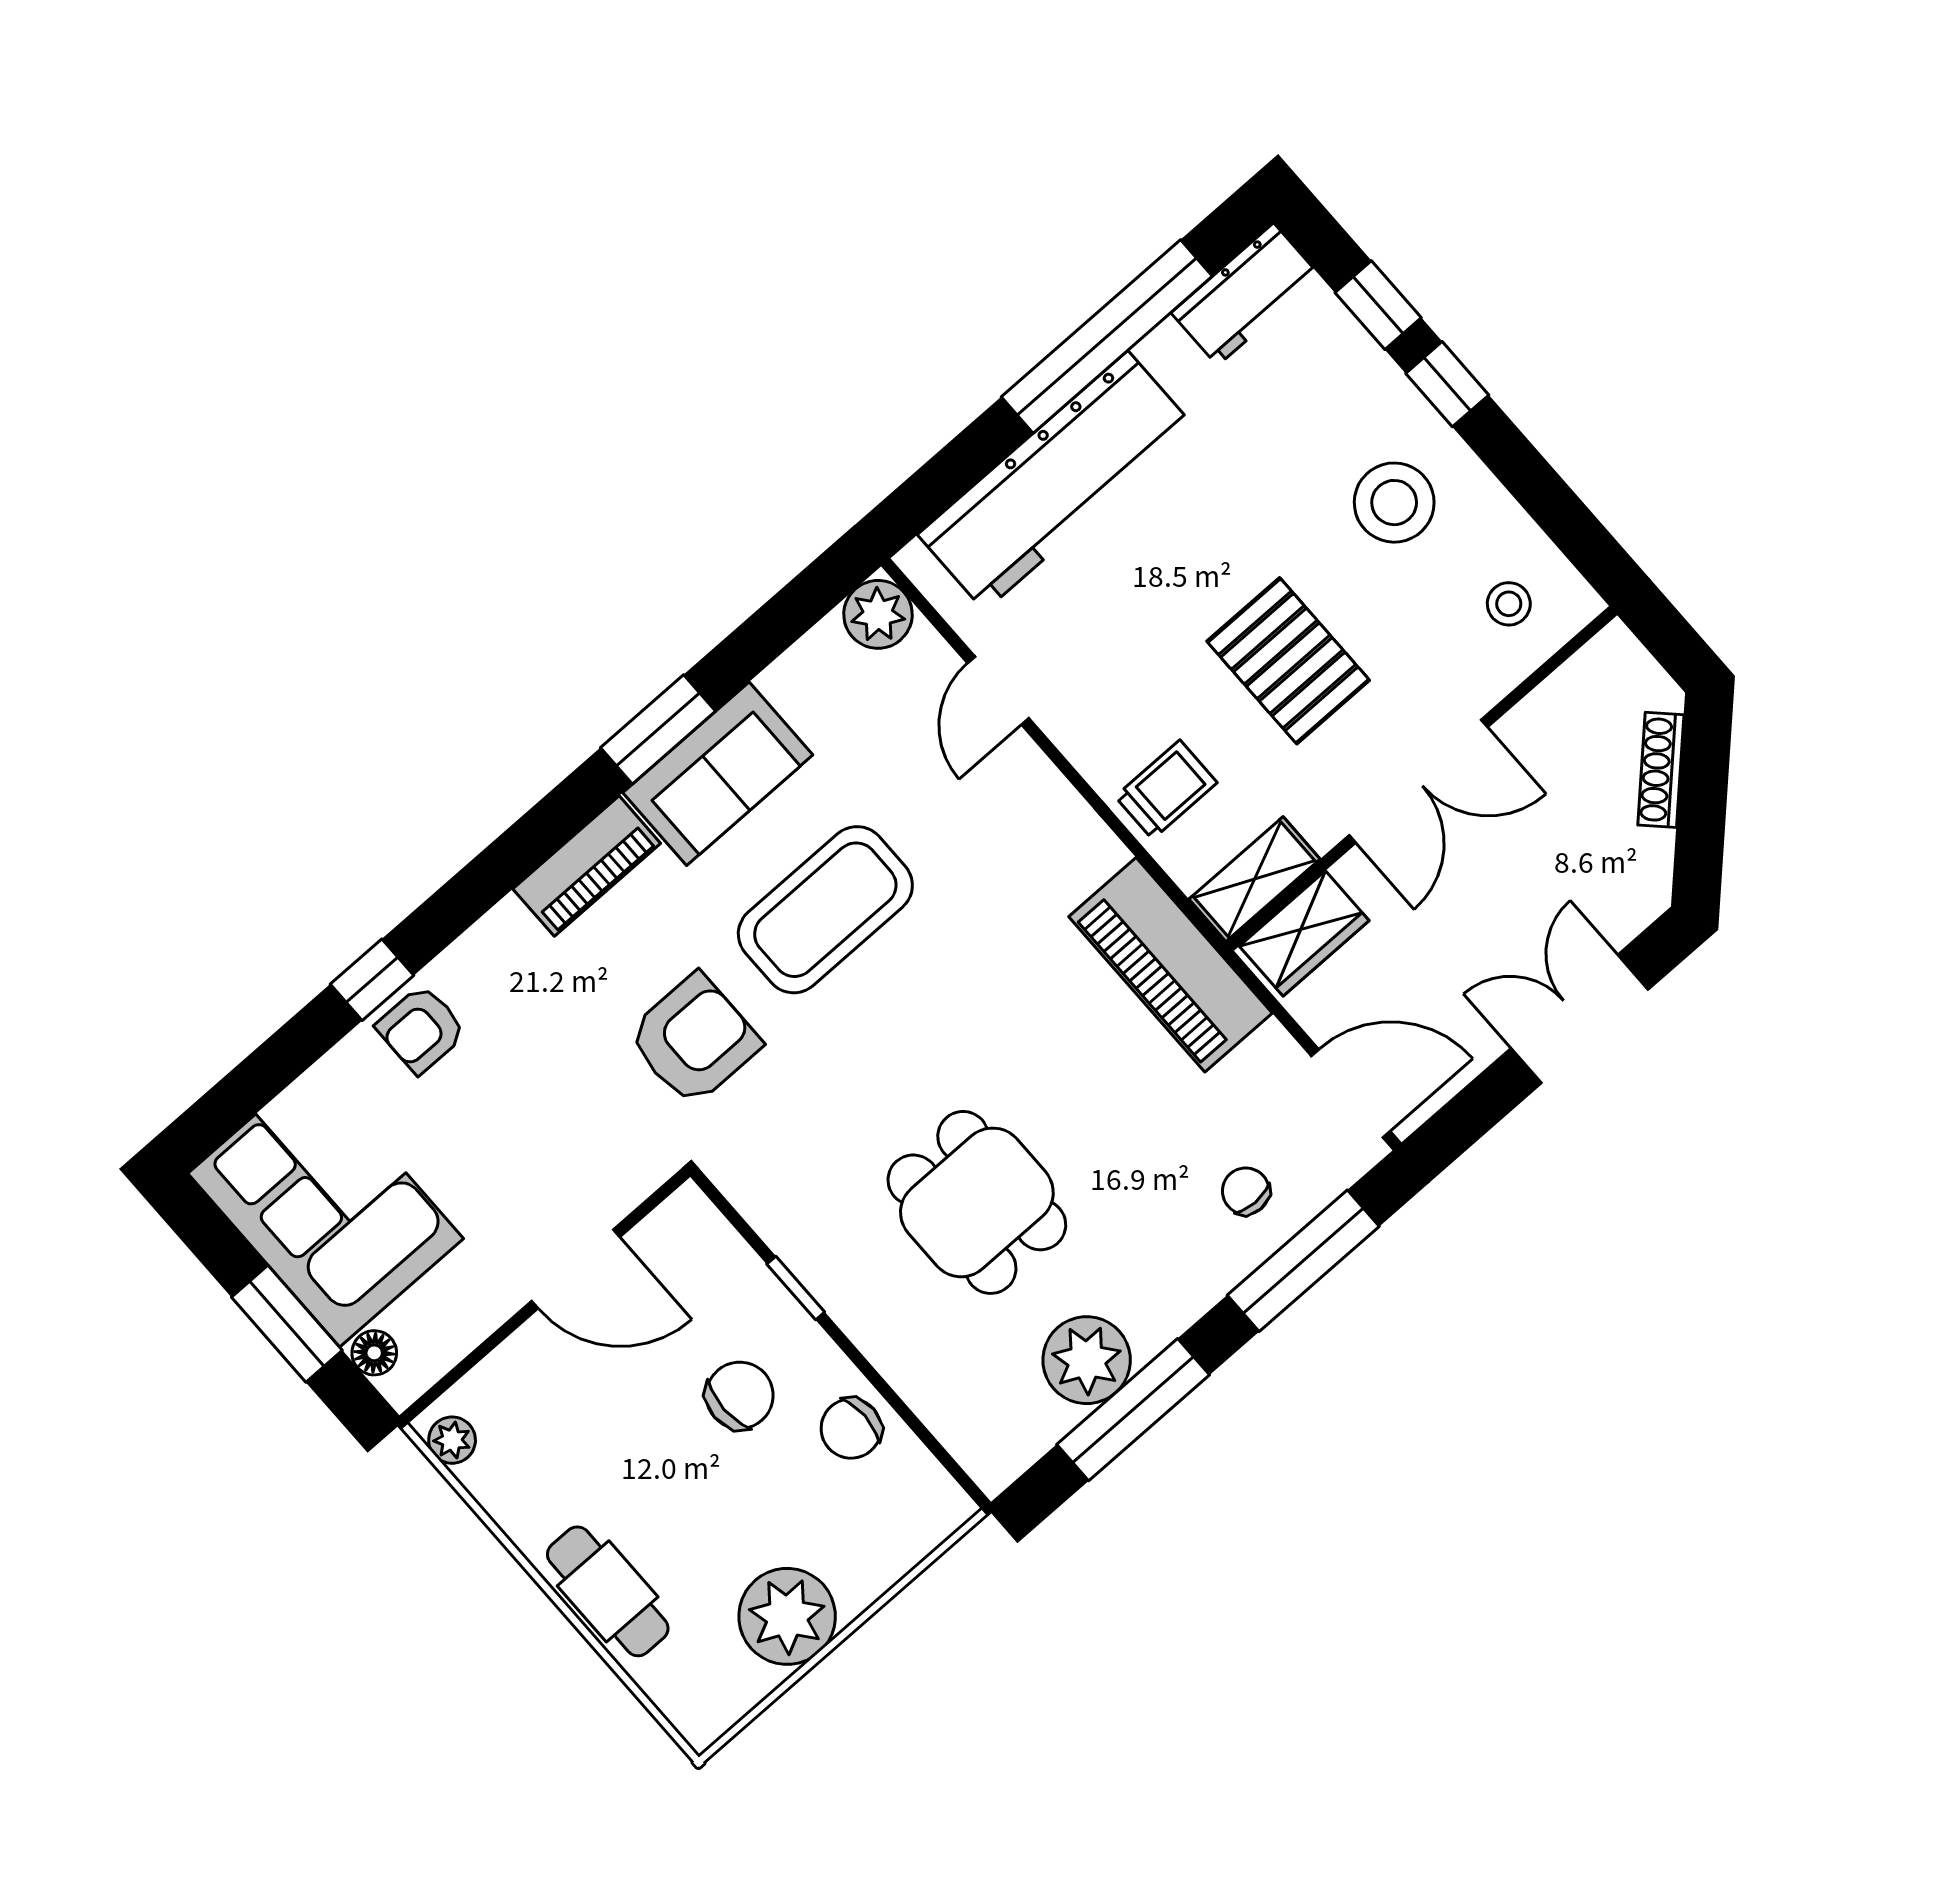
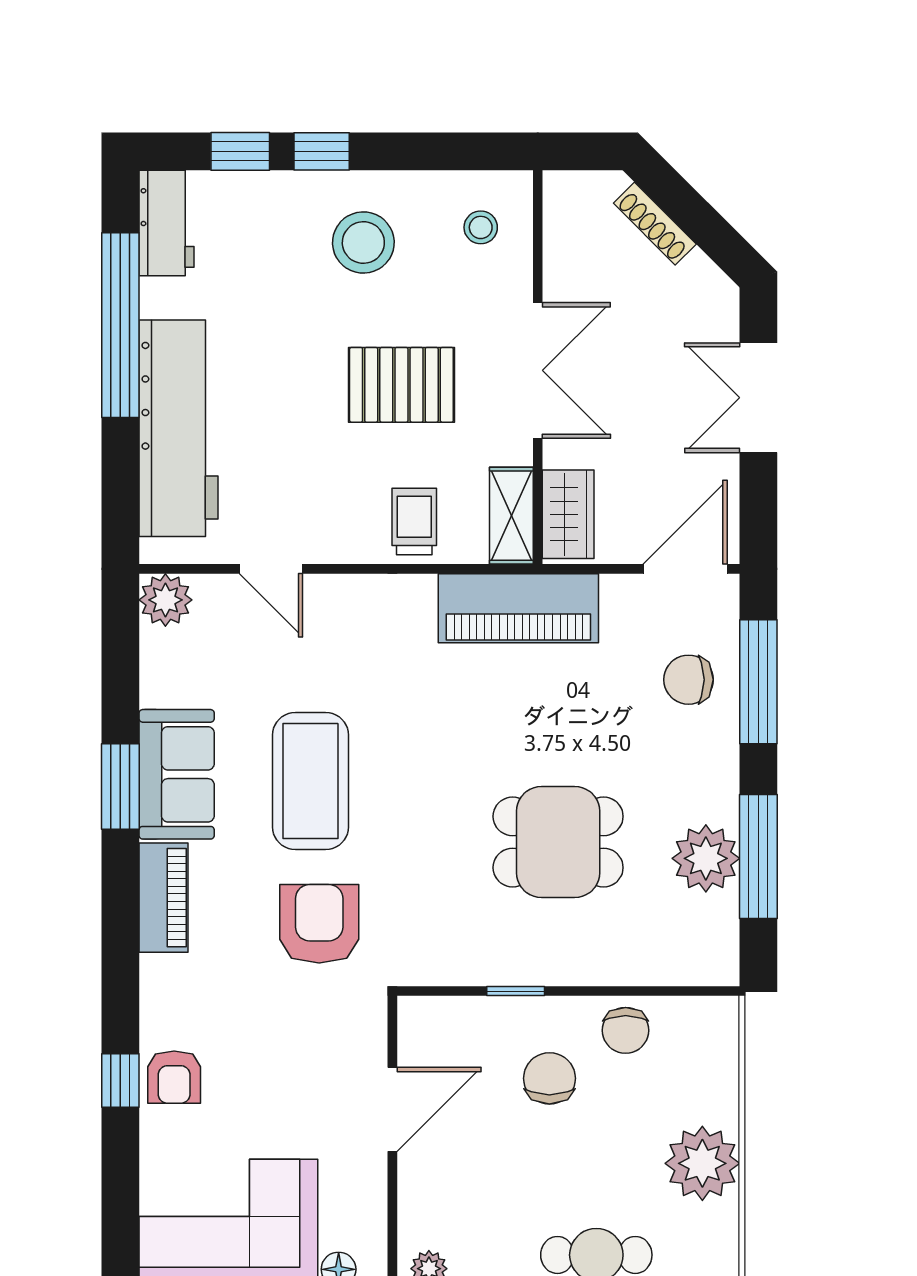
chair: (1246, 1191) -> (689, 680), width x1.37, depth x1.37

